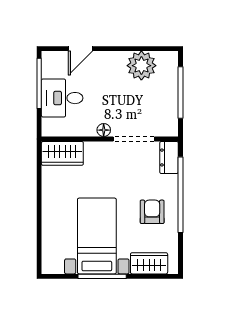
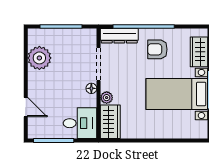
desk: (62, 98) -> (80, 123), moved, turned -90
plant: (92, 149) -> (107, 98), added
dresser: (169, 158) -> (119, 36), width x1.44

